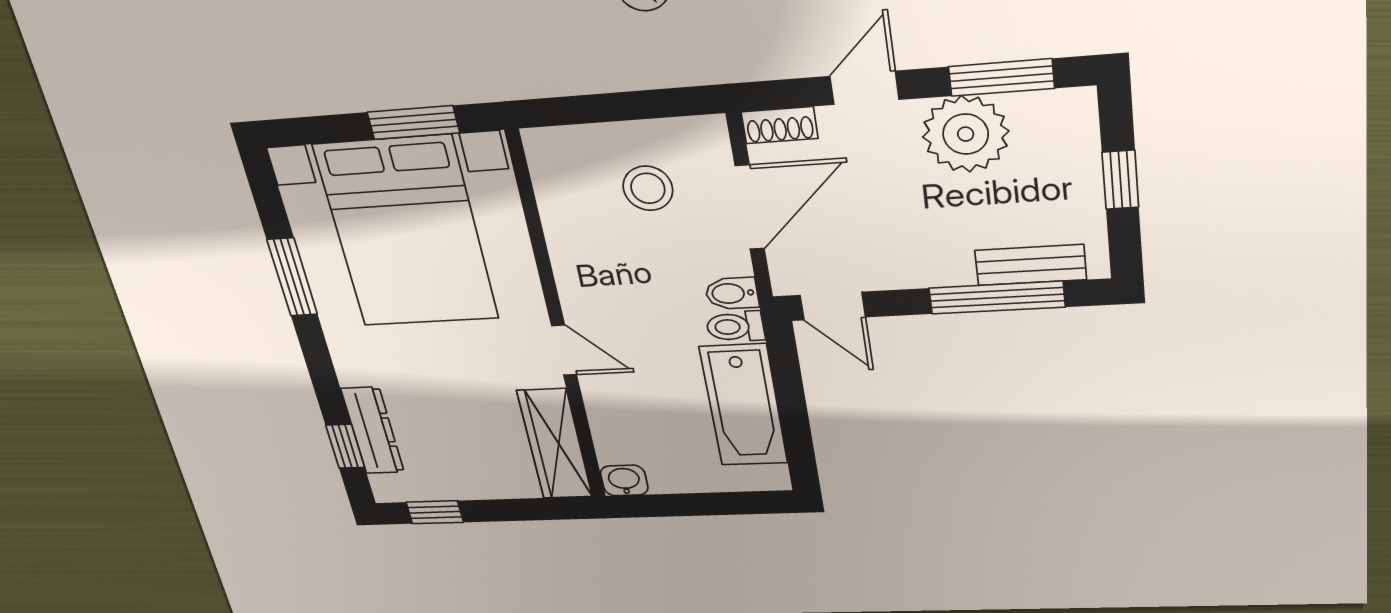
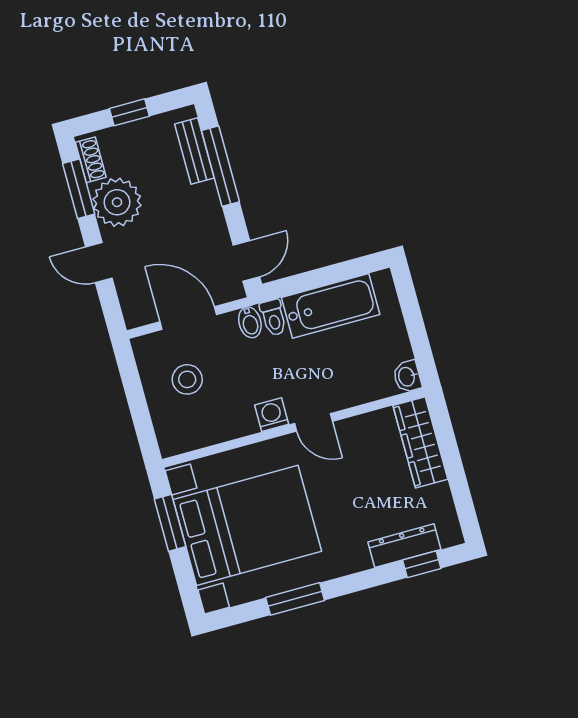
shoe rack: (780, 125) -> (91, 160), moved
washing machine: (580, 297) -> (272, 415), added
door: (564, 350) -> (313, 422), swing flipped
wardrobe: (555, 444) -> (420, 442), moved, turned 90
window: (435, 512) -> (463, 502), removed

